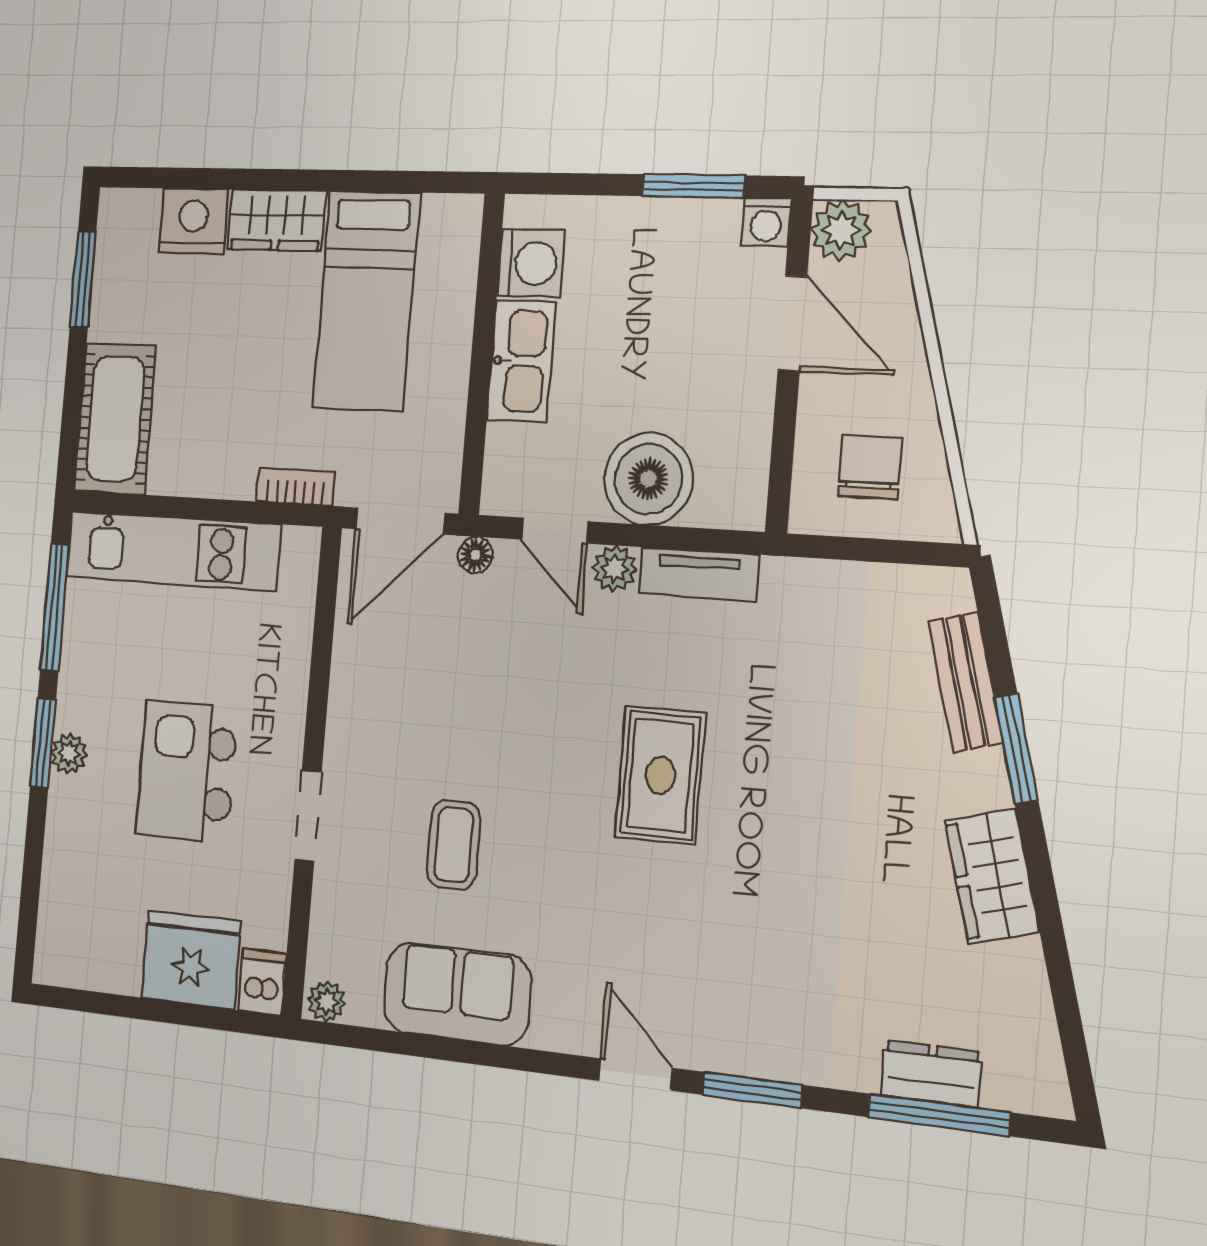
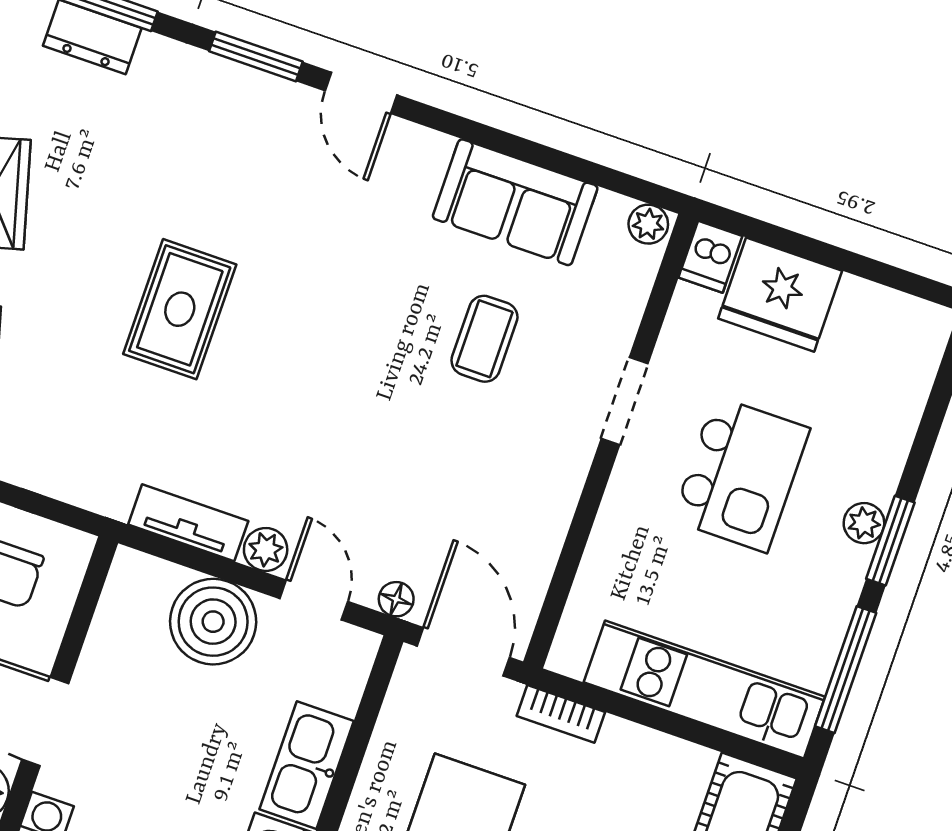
door: (400, 521) -> (463, 652), hinge flipped
rug: (660, 775) -> (180, 309), moved

